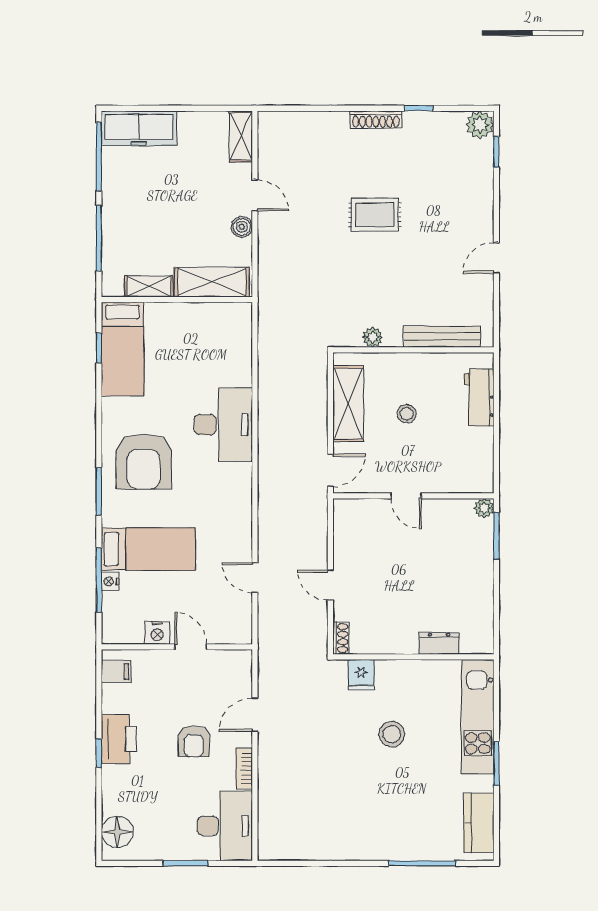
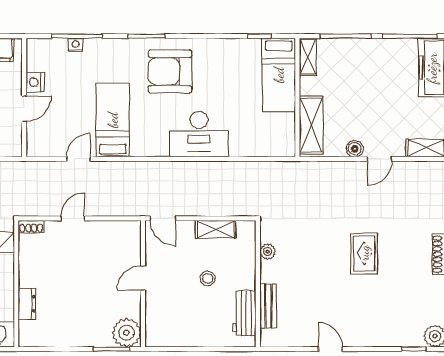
shelving: (149, 286) -> (308, 57), moved
bench: (442, 337) -> (268, 306), width x0.73
bed: (122, 349) -> (279, 75), moved, turned -90
workbench: (479, 398) -> (244, 313), moved, turned -90
shelving: (348, 404) -> (216, 229), width x0.67, depth x0.75
plant: (484, 508) -> (127, 333), width x1.88, depth x1.88
bed: (148, 549) -> (113, 120), moved, turned 180

